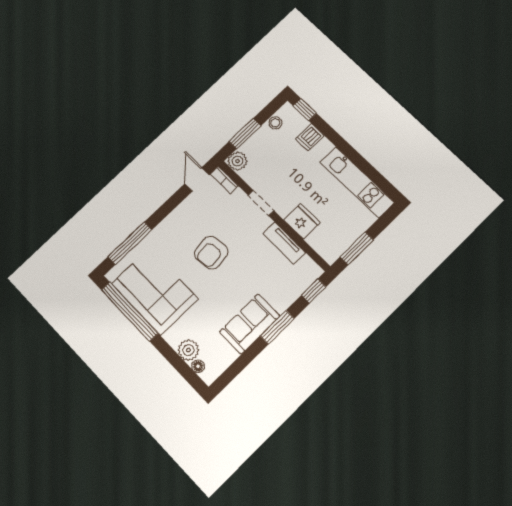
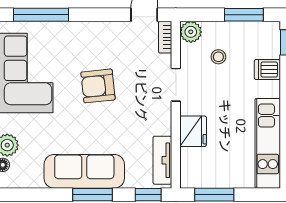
stool: (275, 123) -> (218, 57), moved
window: (245, 134) -> (244, 15), moved
tv unit: (284, 243) -> (162, 160), moved
sofa: (250, 324) -> (84, 171), width x1.36

